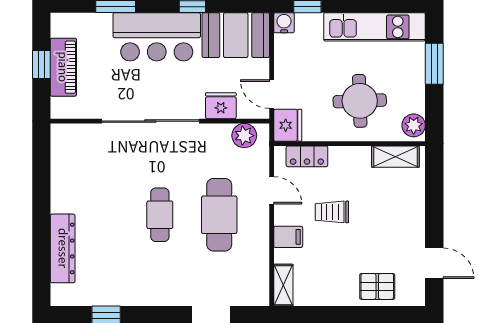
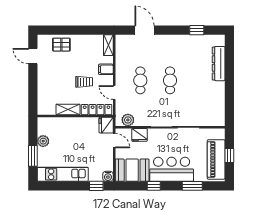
piano: (63, 67) -> (216, 159), width x1.37, depth x1.33
round table: (360, 101) -> (70, 137), removed
plant: (414, 125) -> (43, 141), moved
locker: (307, 156) -> (97, 110), width x1.53
shelving: (395, 157) -> (68, 109), moved
cafe table: (219, 215) -> (140, 80), width x0.73, depth x0.74

